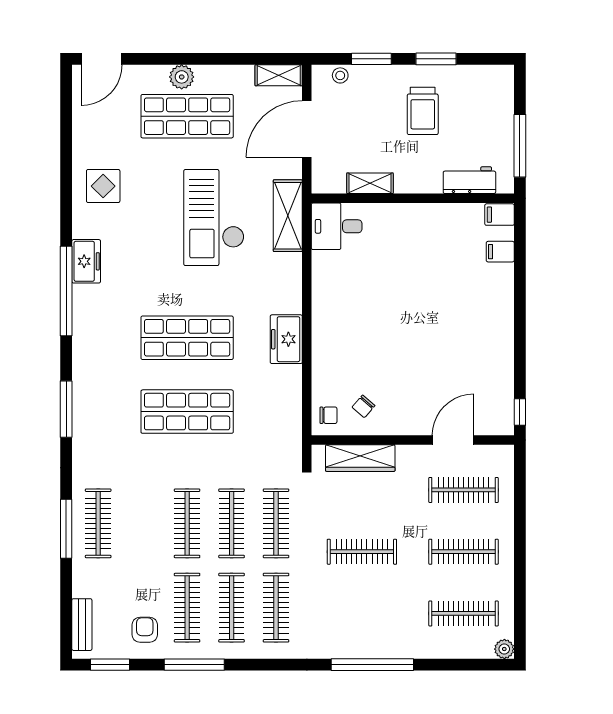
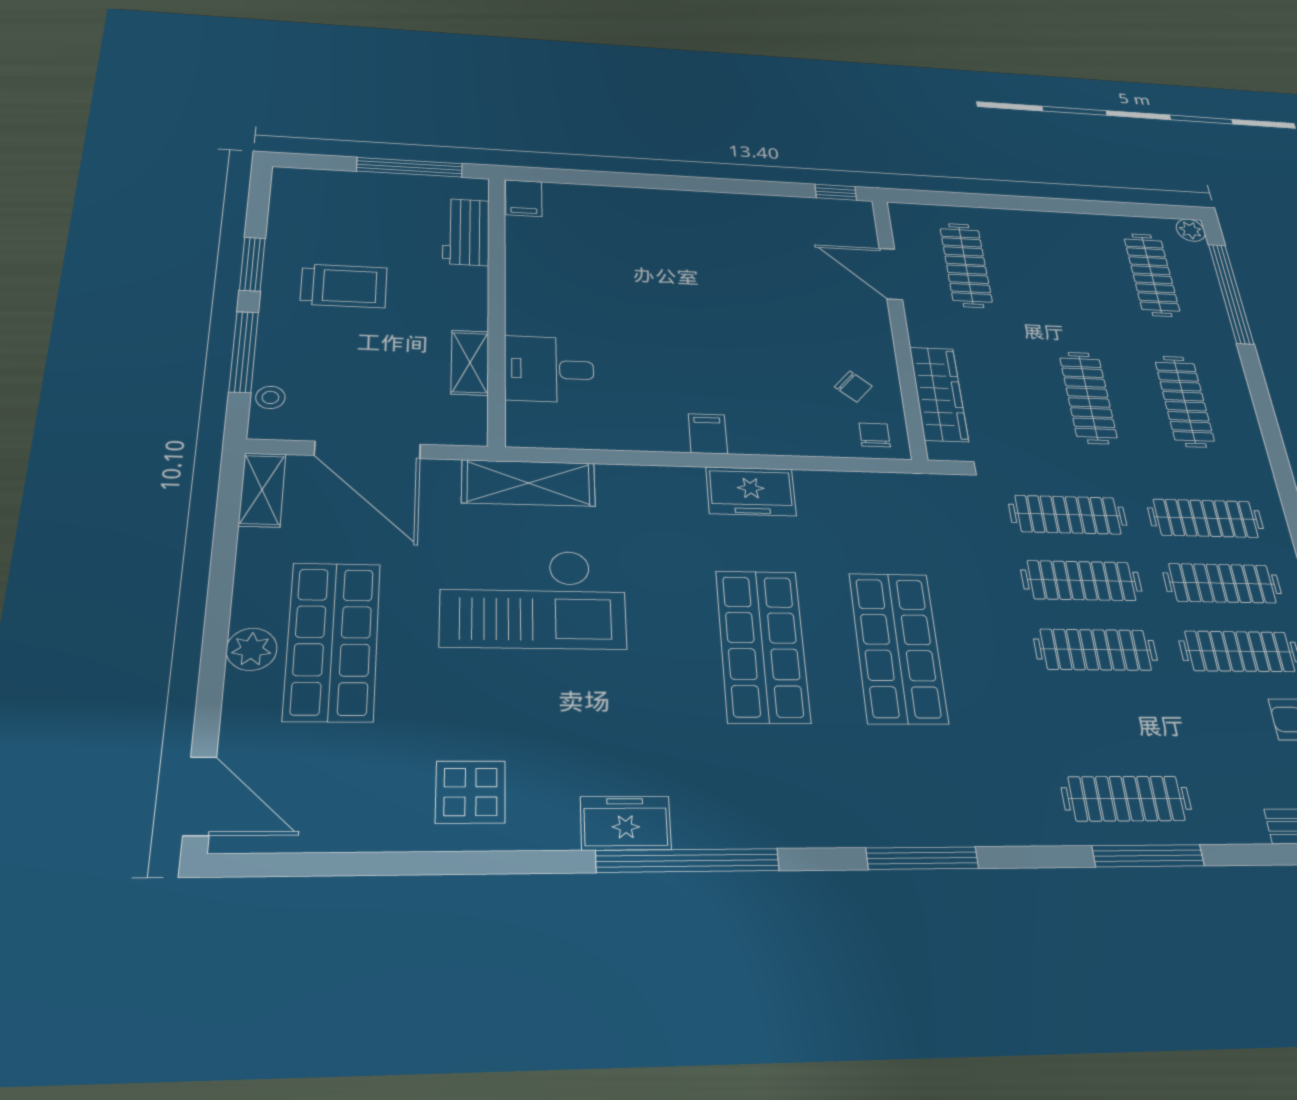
window: (371, 59) -> (244, 352), width x1.44
desk: (337, 226) -> (549, 369), moved, turned 90
filing cabinet: (500, 252) -> (708, 434), moved, turned 180
clothes rail: (464, 552) -> (1185, 401), moved
window: (372, 665) -> (1231, 294), moved

